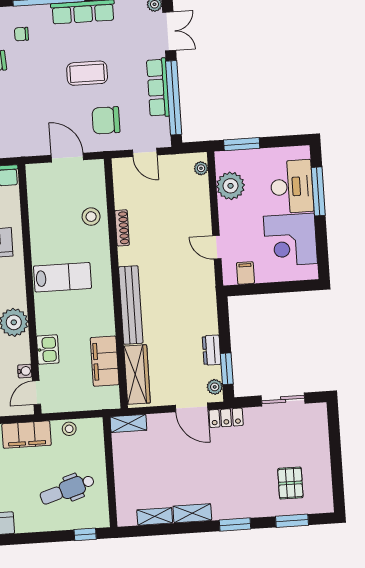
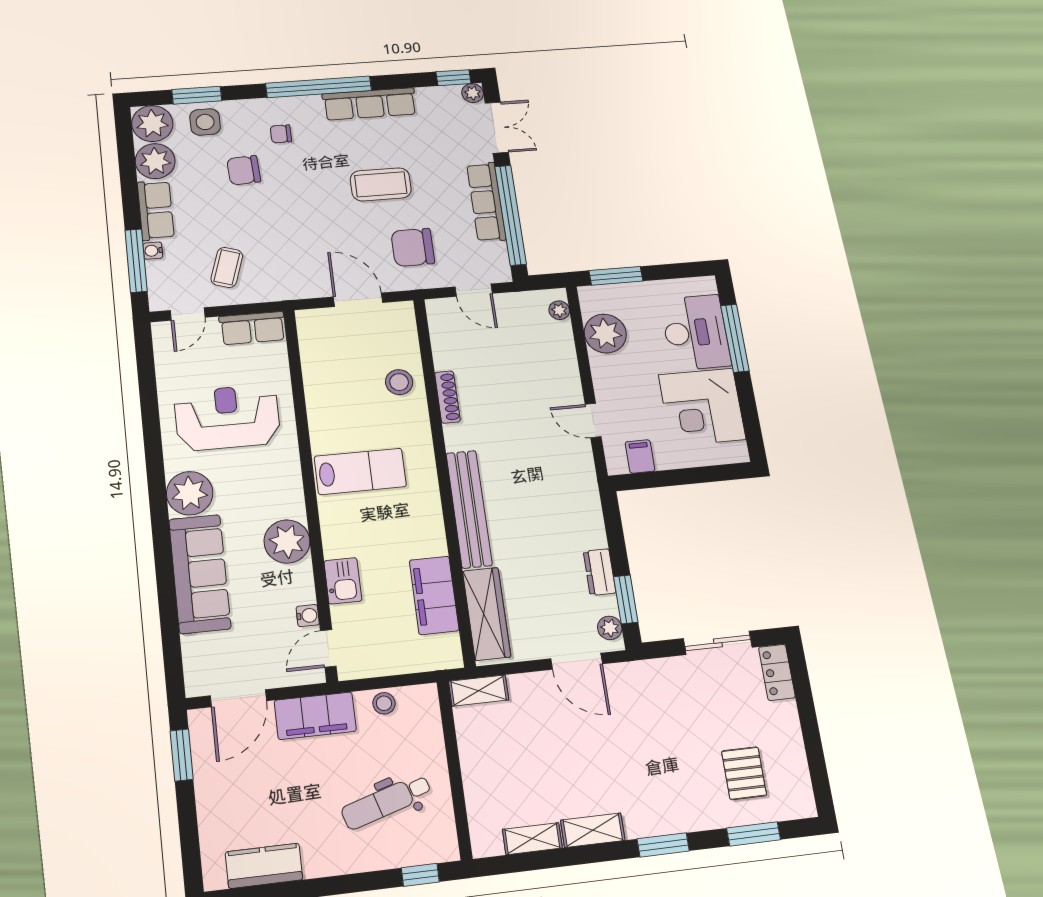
locker: (226, 418) -> (777, 672), moved, turned 90

